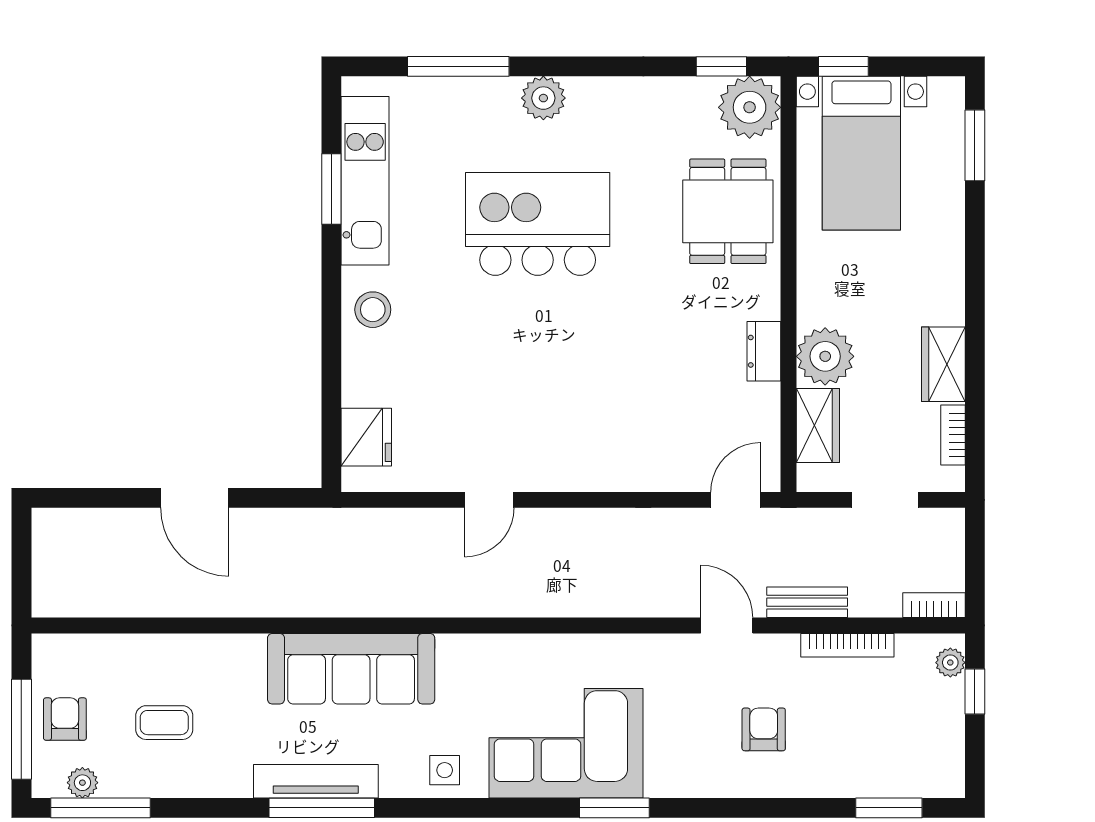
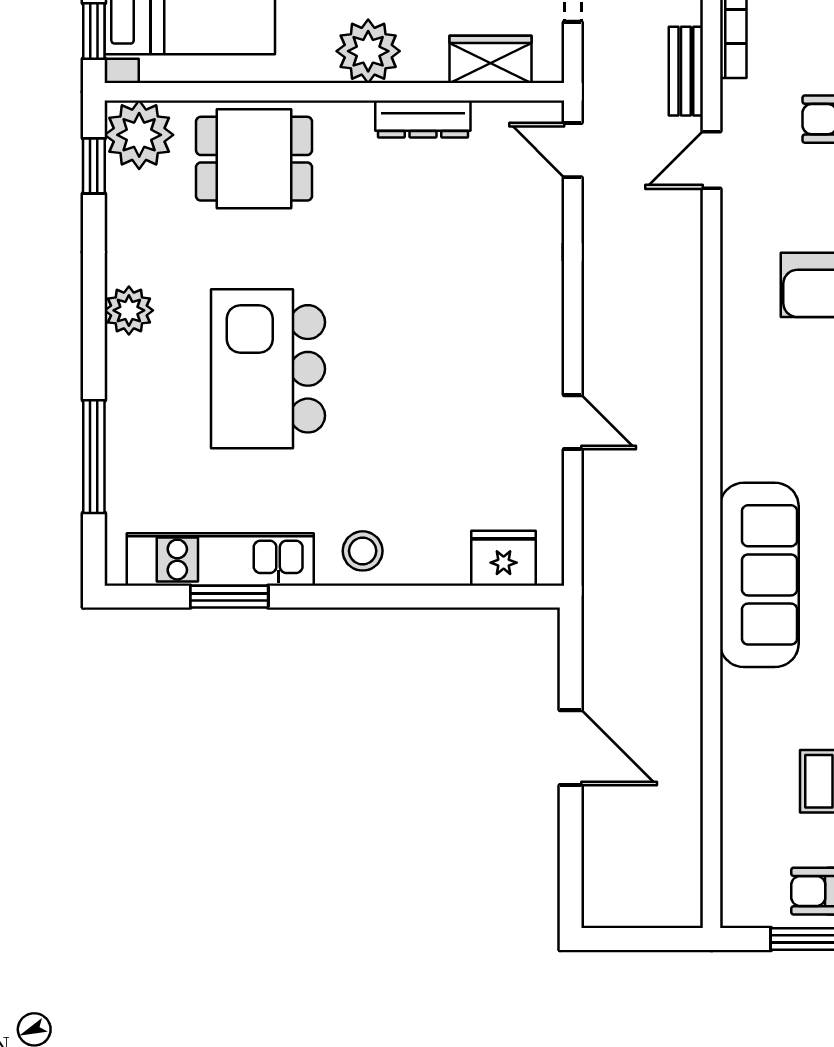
plant: (543, 98) -> (129, 310), moved
dresser: (764, 351) -> (423, 119), width x1.44
plant: (825, 356) -> (368, 51), moved
door: (195, 498) -> (571, 748), hinge flipped

